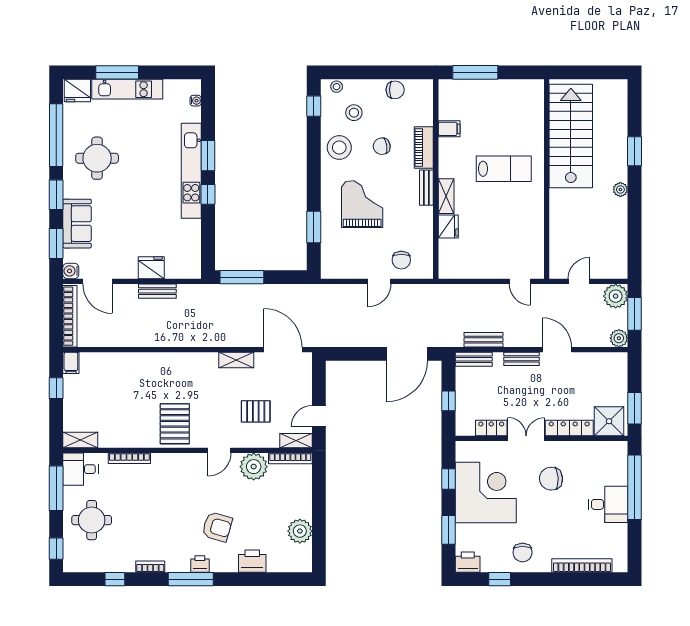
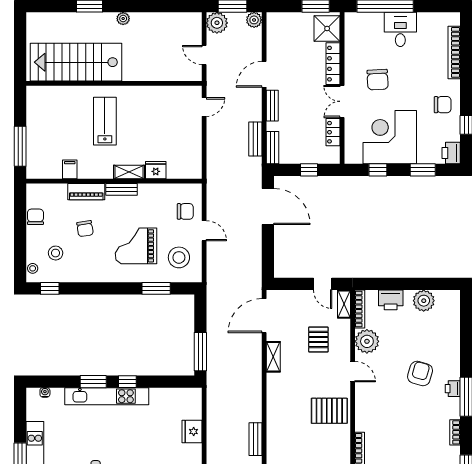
stool: (339, 148) -> (179, 257), moved
bench: (157, 291) -> (256, 439), moved
printer: (252, 561) -> (391, 300), moved, turned -90

